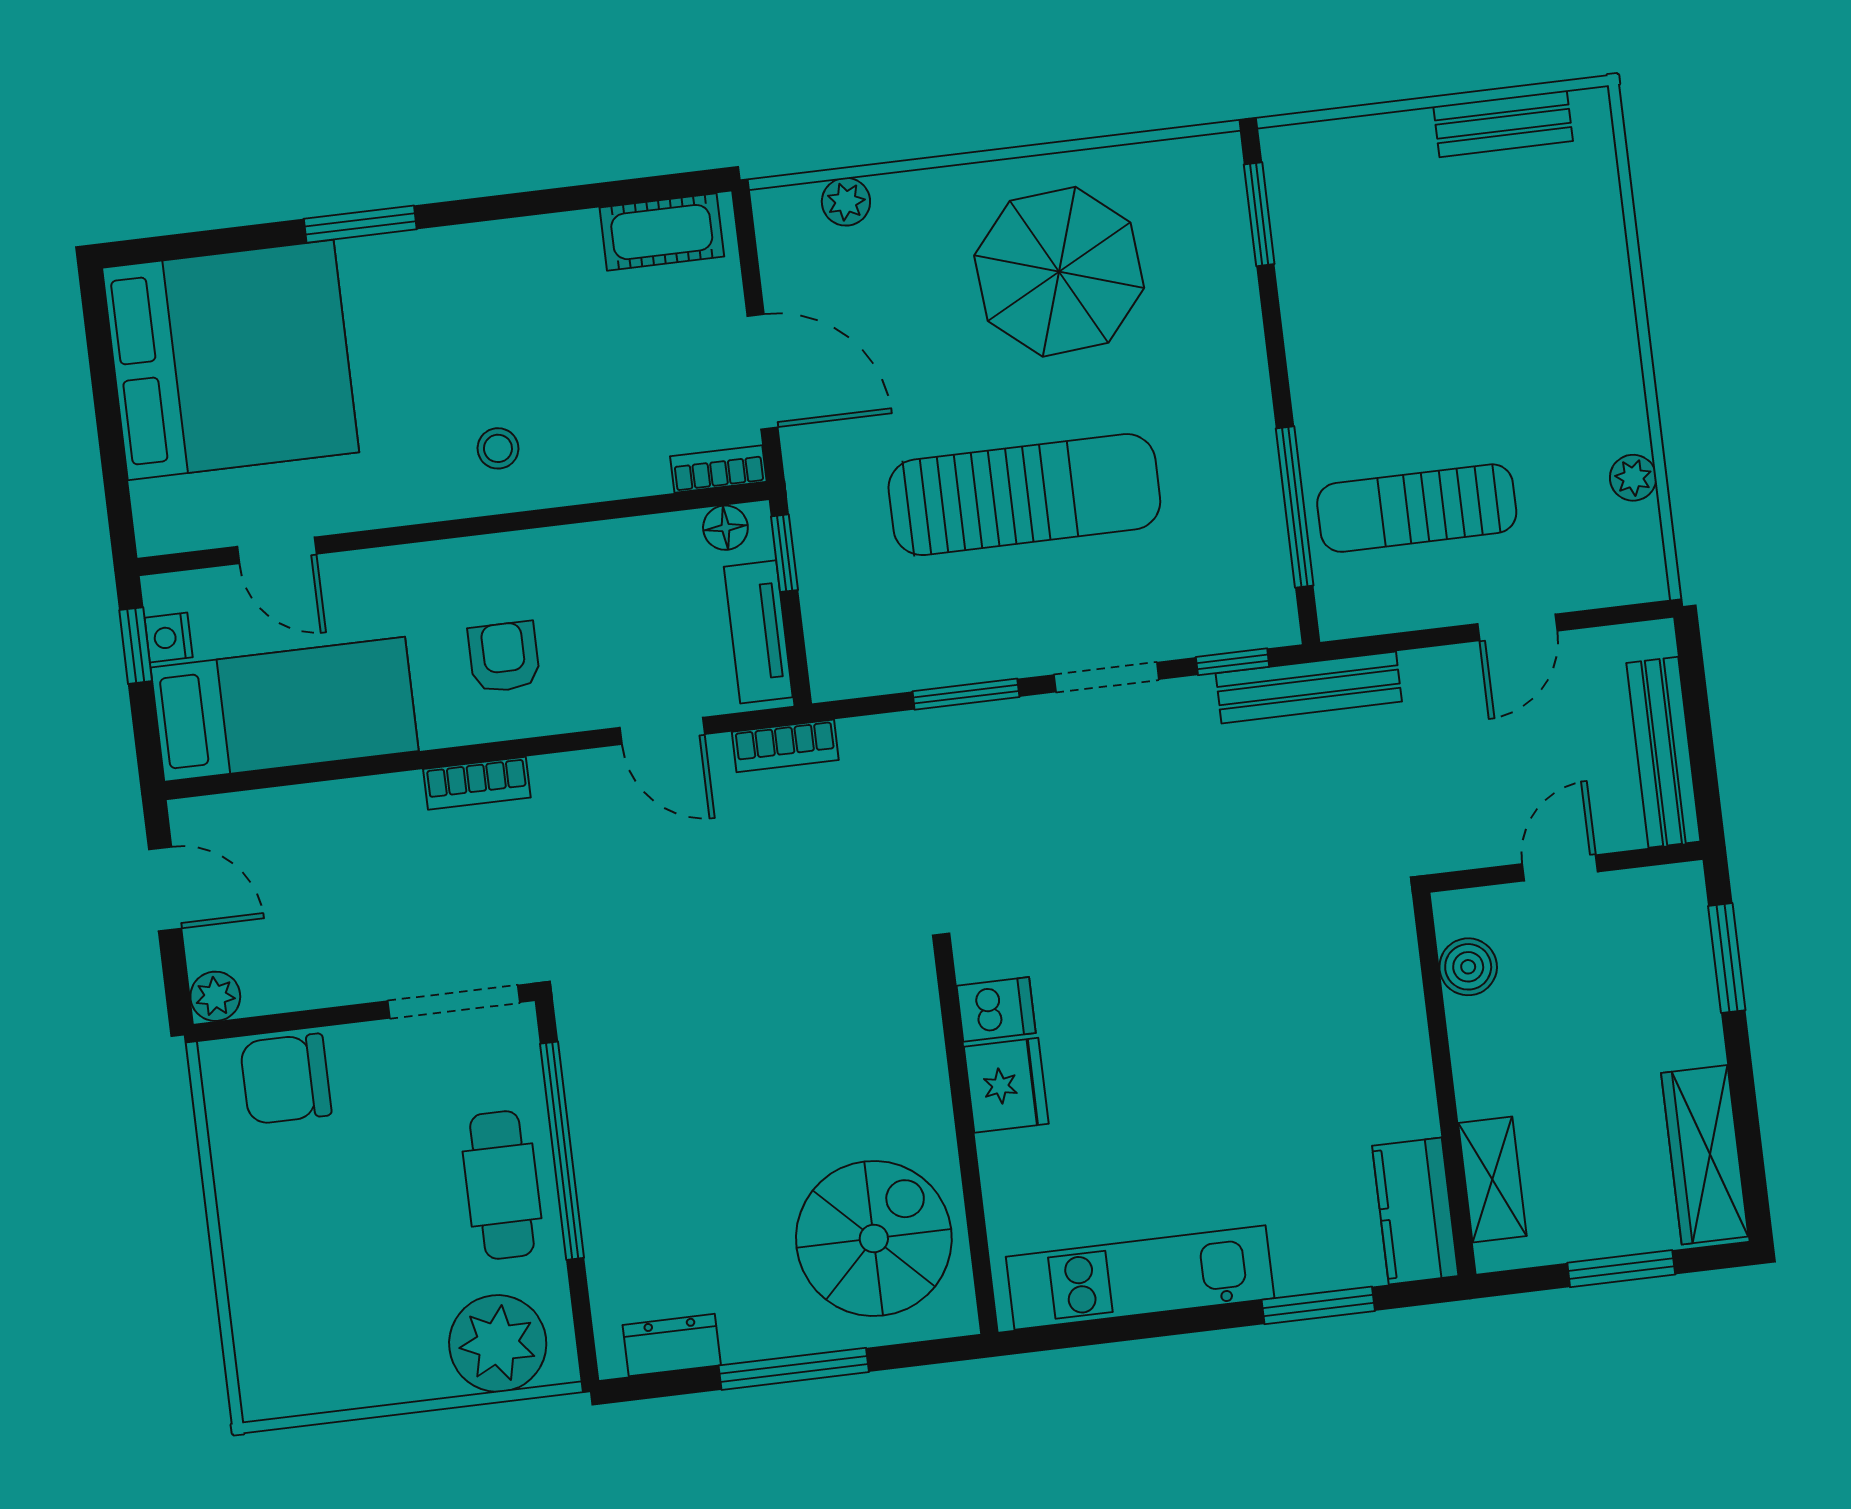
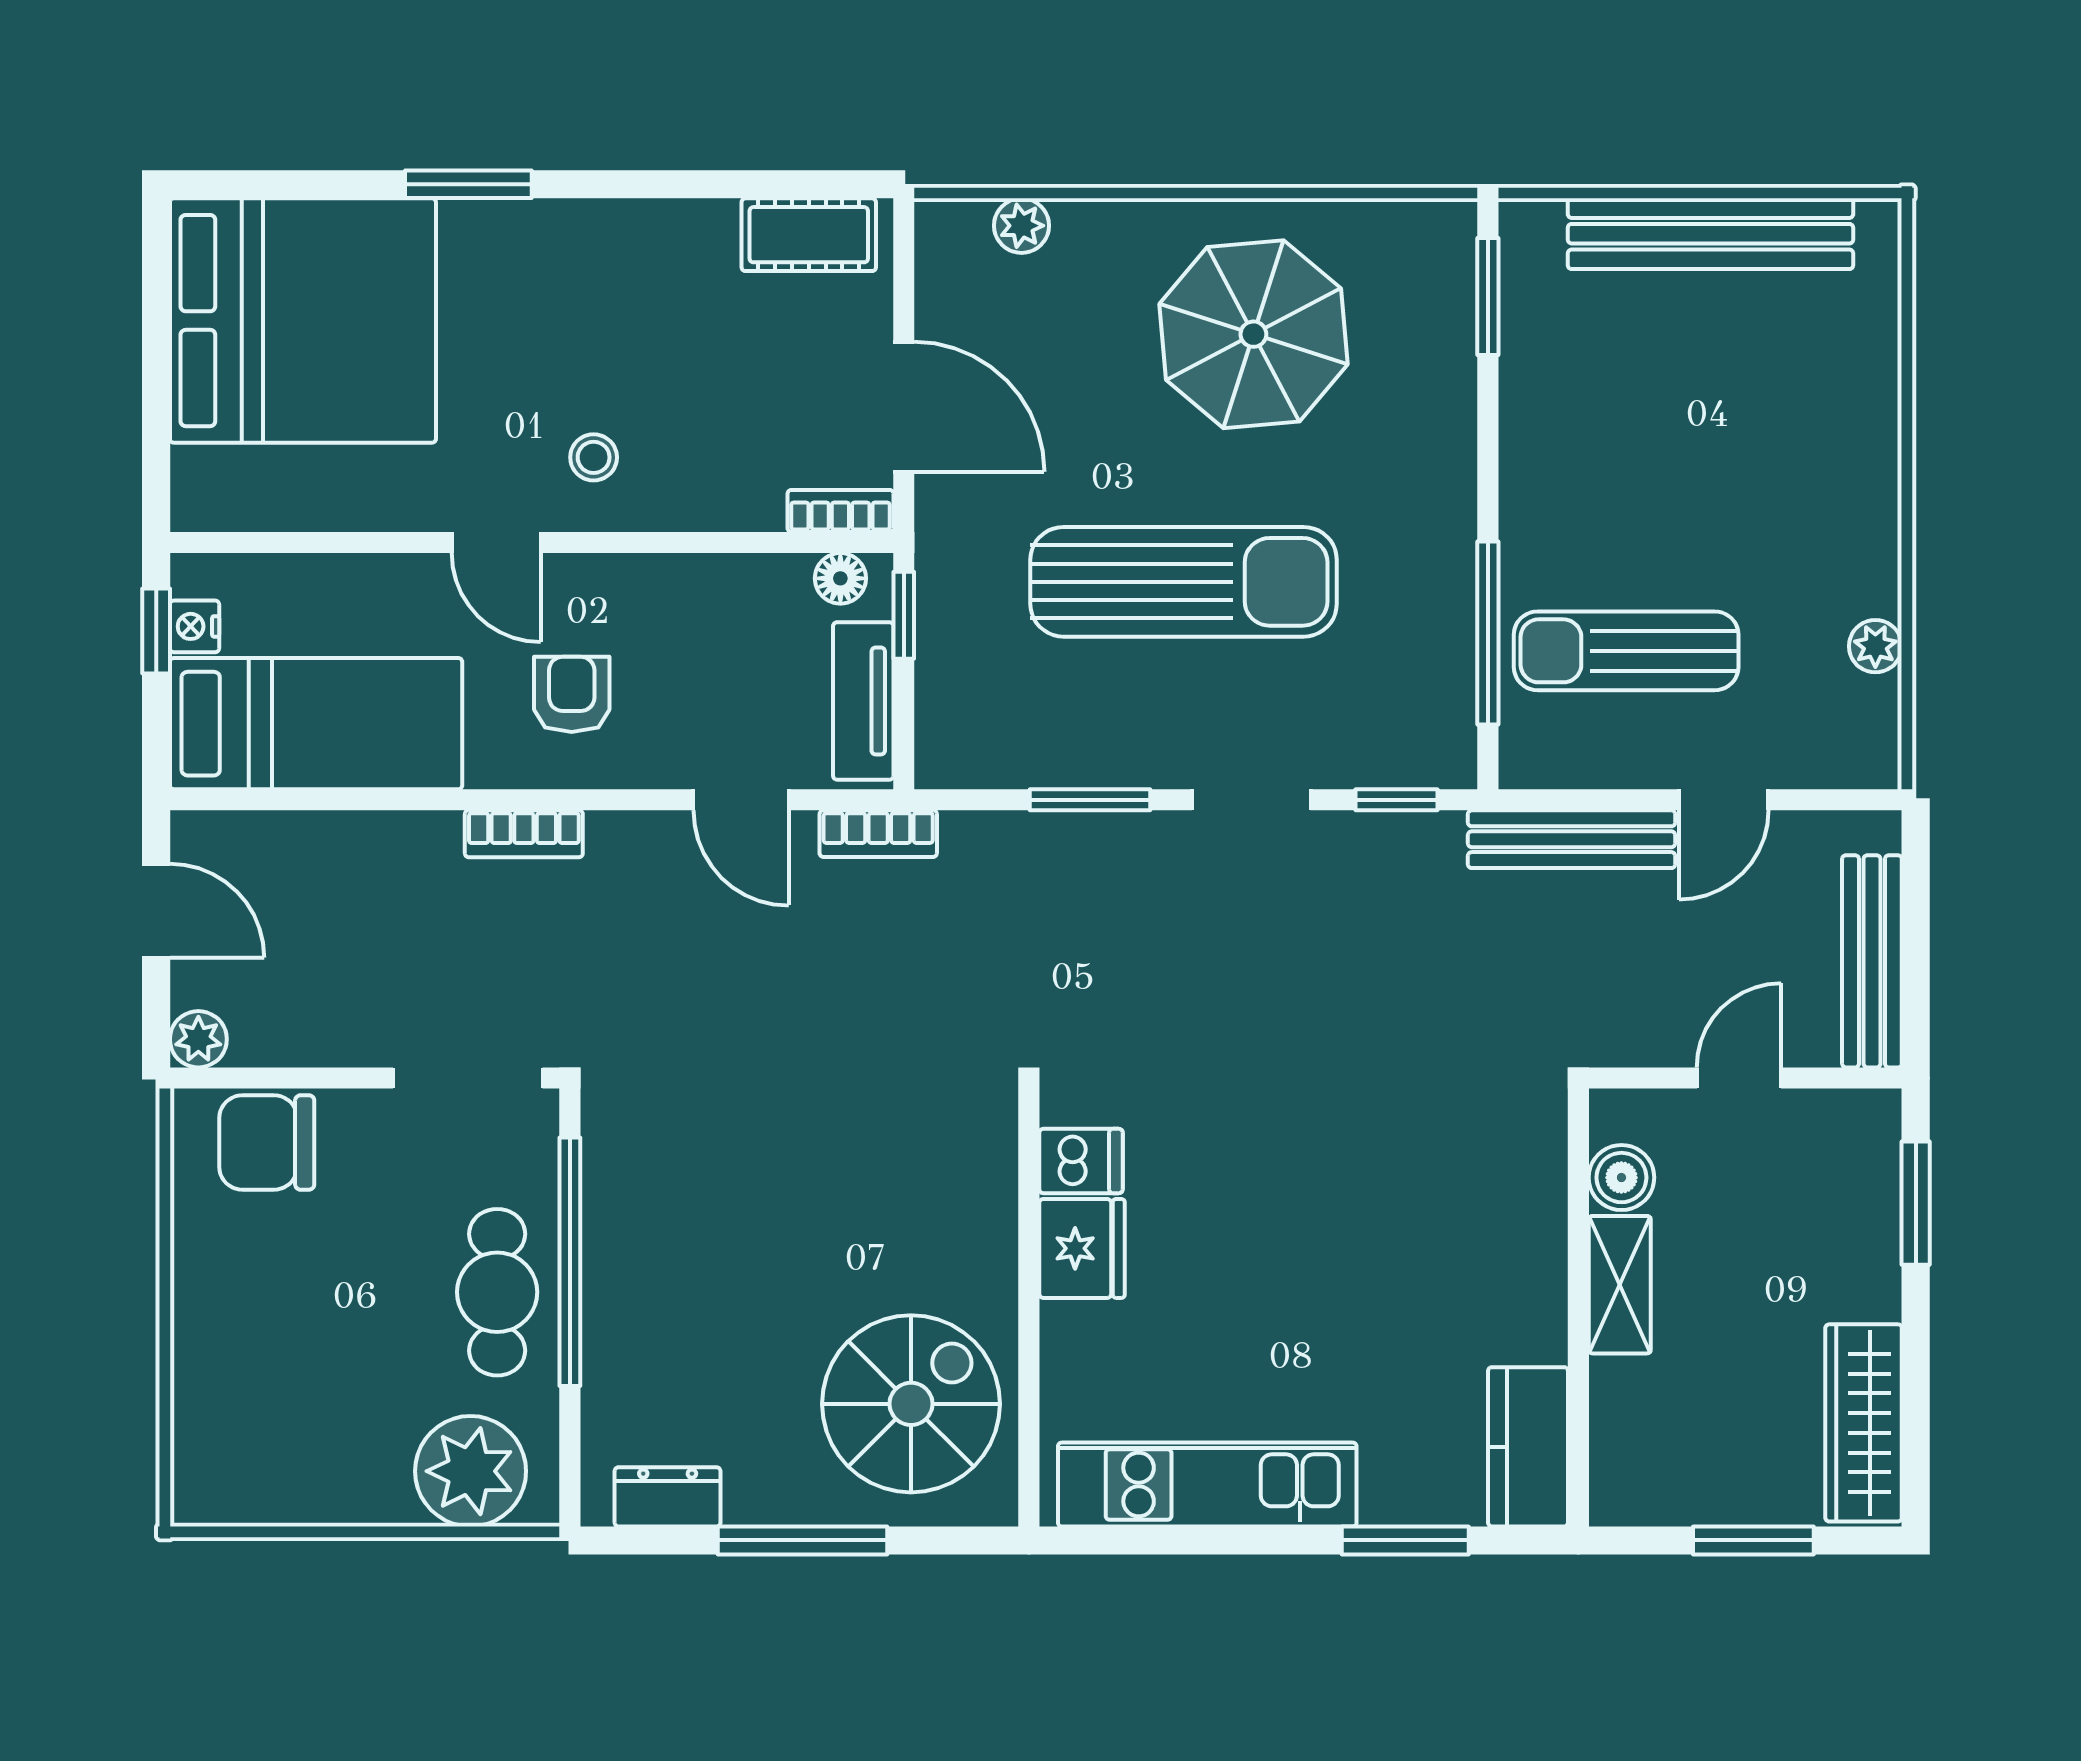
bench: (1503, 124) -> (1711, 234), width x1.86, depth x1.21
door: (277, 550) -> (496, 542), moved
bench: (1309, 687) -> (1572, 839), moved
shelving: (1492, 1180) -> (1620, 1285), moved

